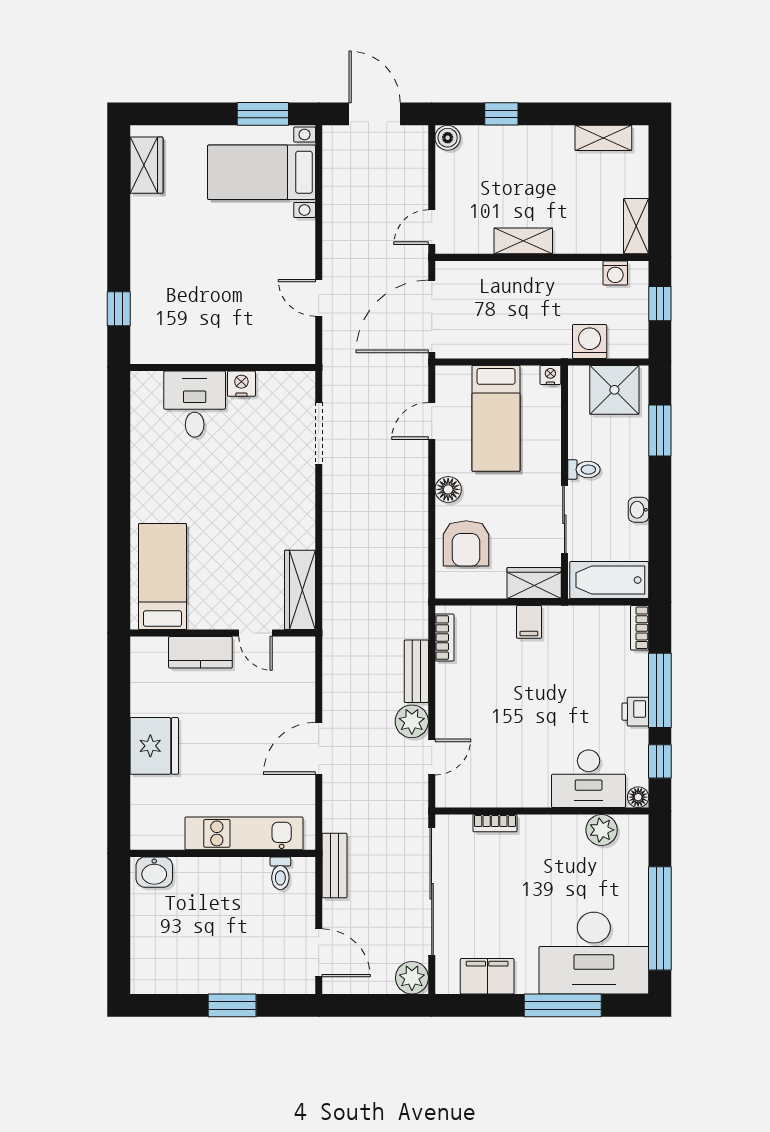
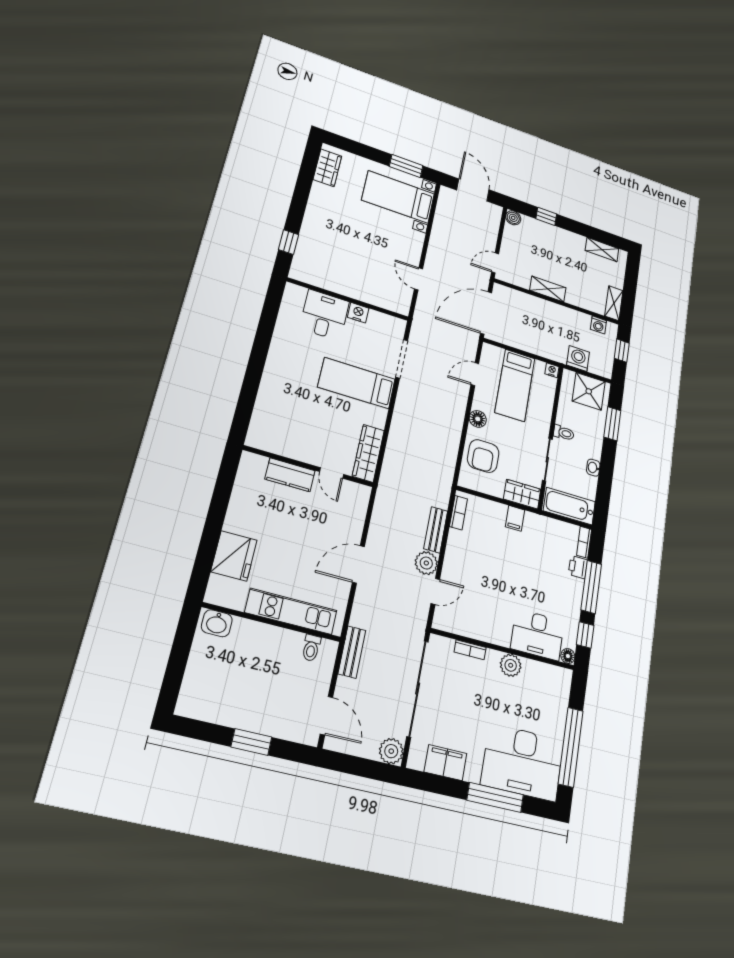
bed: (162, 577) -> (357, 383), moved, turned -90
printer: (635, 712) -> (578, 567), moved
fridge: (154, 746) -> (234, 556), moved
plant: (602, 830) -> (511, 665), moved

